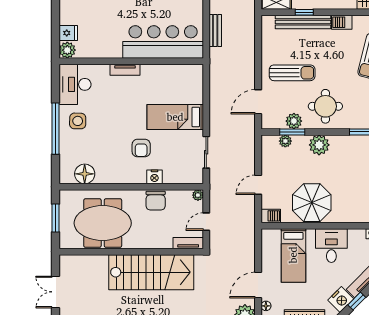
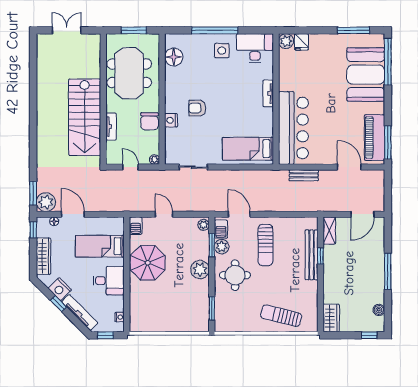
barbecue: (342, 22) -> (221, 229), moved, turned 180
bed: (175, 117) -> (248, 149), moved, turned -90
plant: (285, 141) -> (204, 225), moved
chair: (156, 201) -> (150, 121), turned -90
tv unit: (188, 243) -> (111, 127), moved

